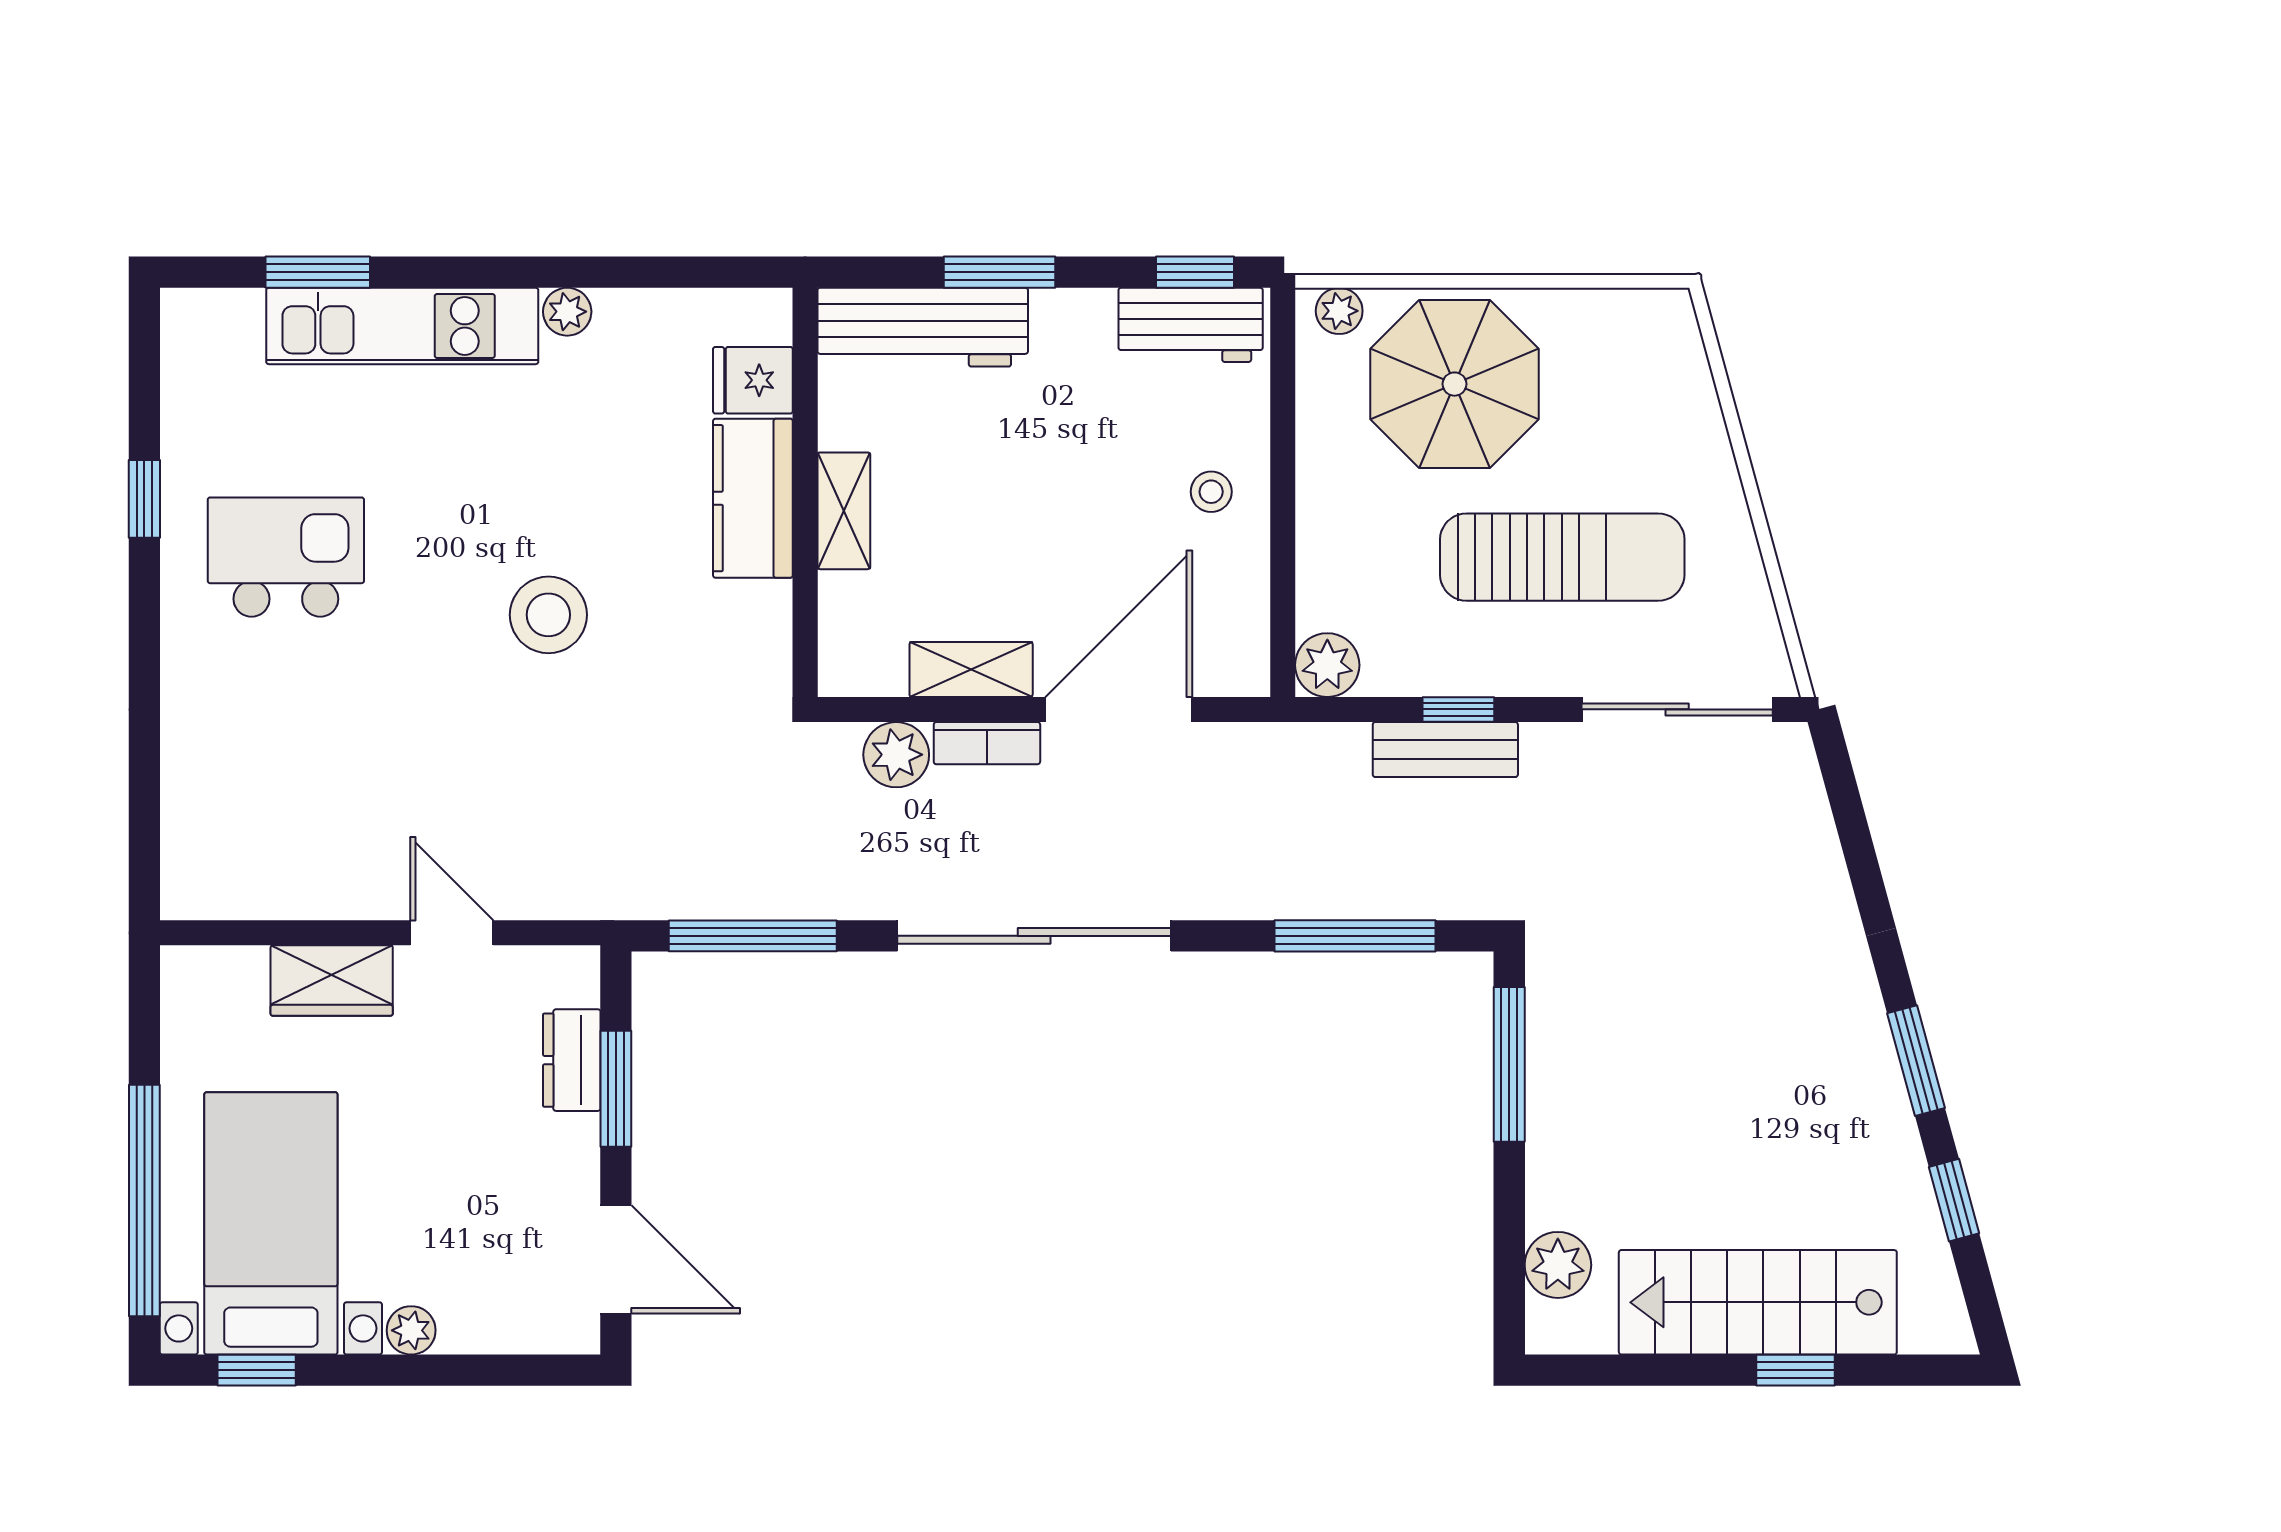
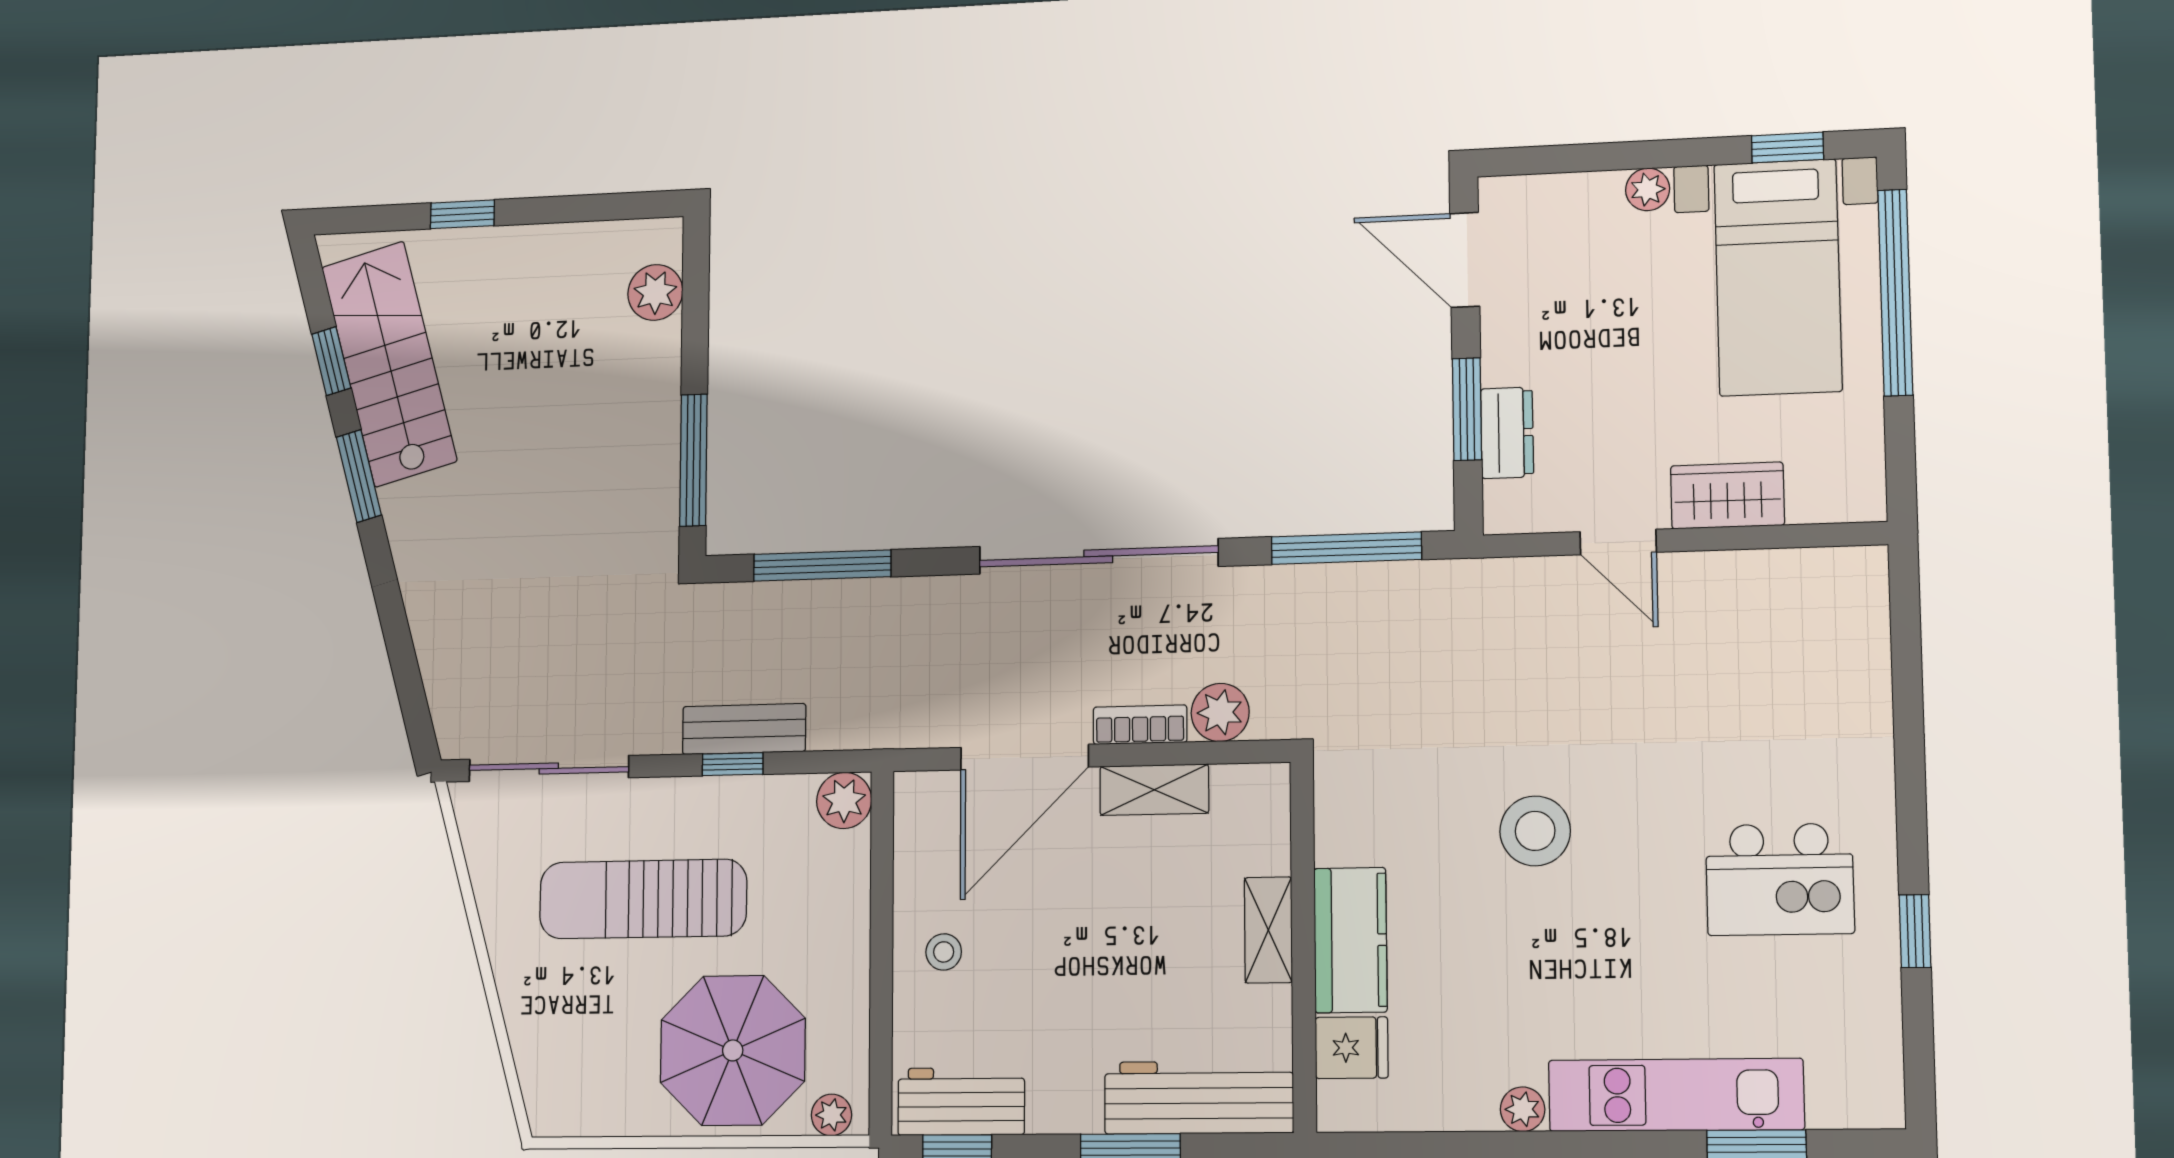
stairs: (1758, 1302) -> (389, 364), moved, turned -105

